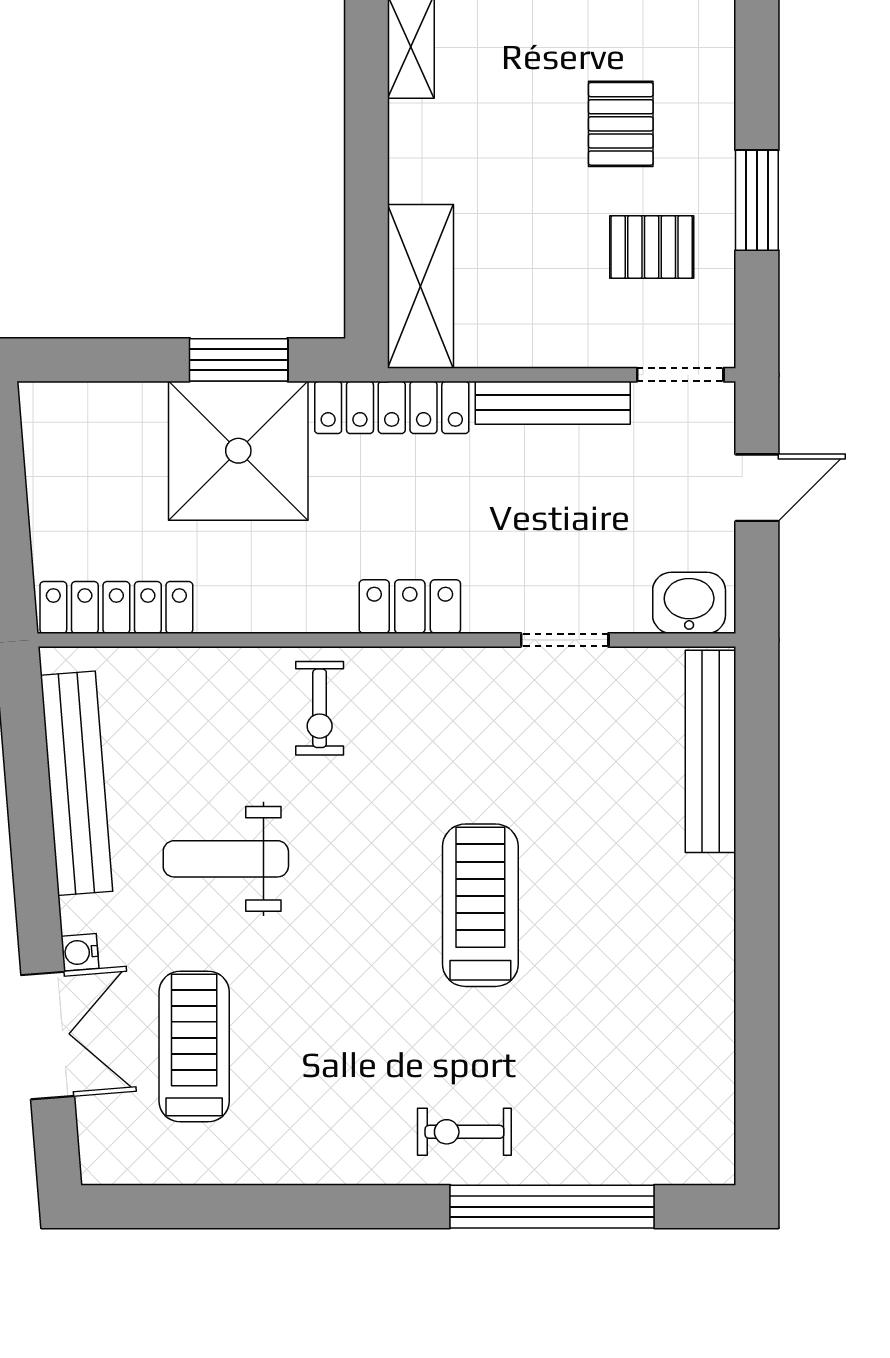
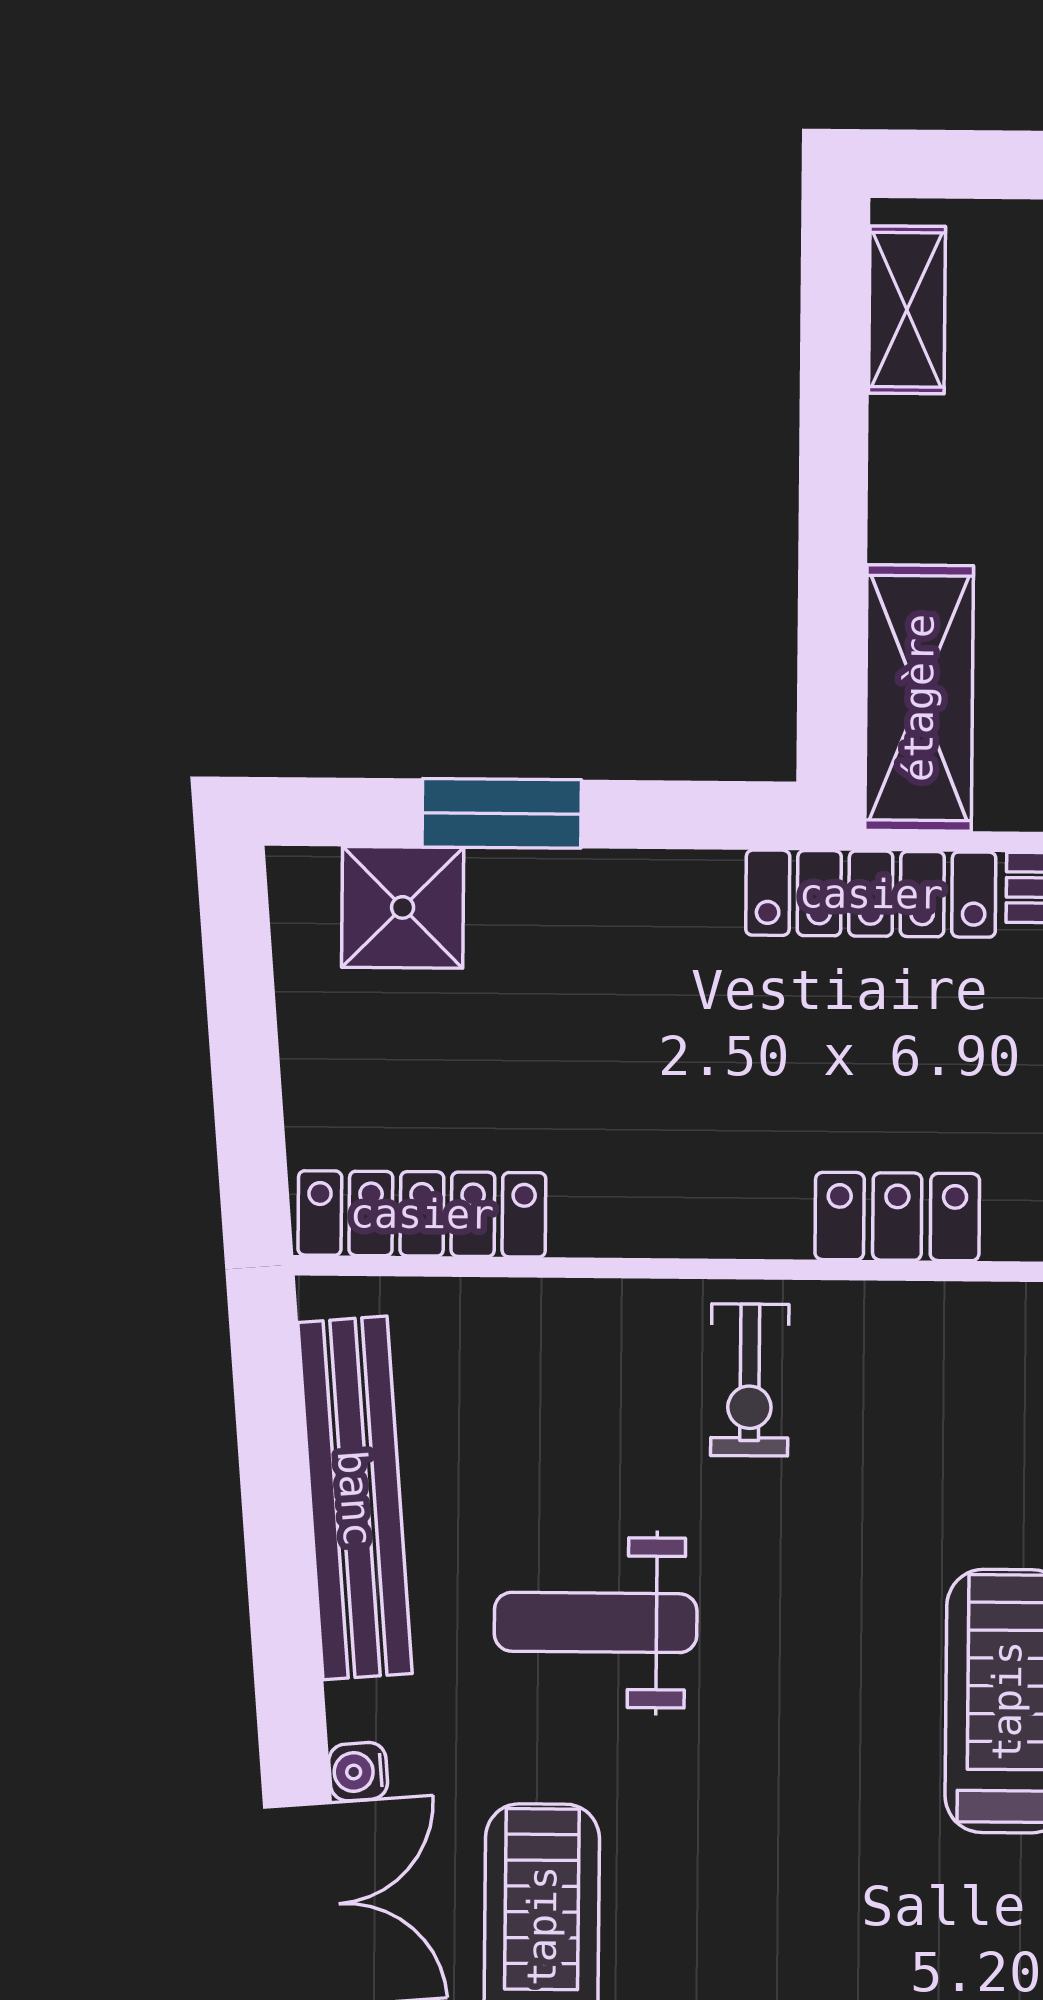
window: (239, 360) -> (502, 813), moved
shower: (238, 451) -> (403, 907), moved, width x0.54, depth x0.54

